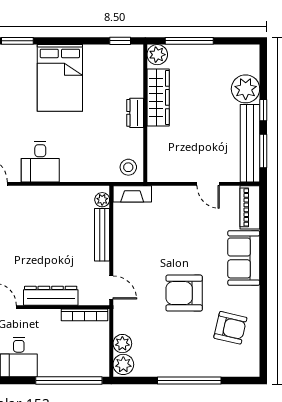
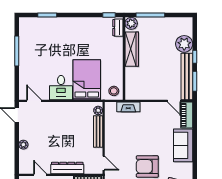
bed: (60, 78) -> (87, 80), moved, turned 180
dresser: (135, 113) -> (118, 28), moved
door: (208, 184) -> (174, 101), moved
fireplace: (132, 194) -> (128, 107), moved

